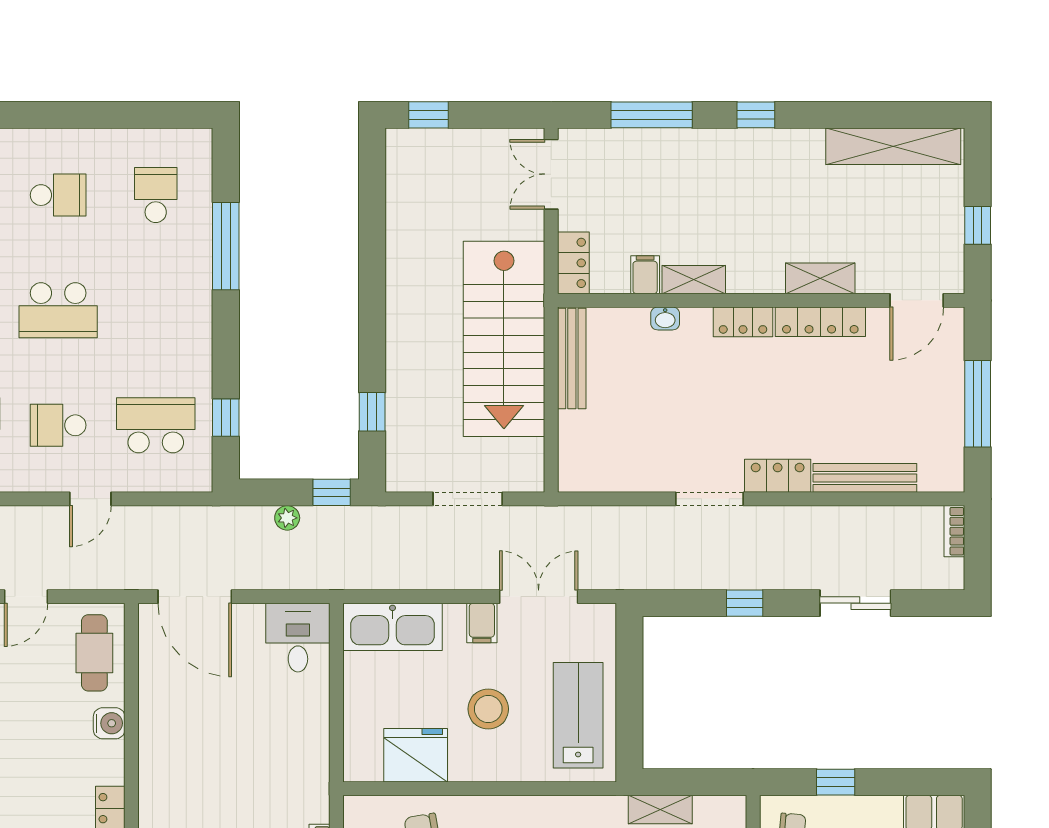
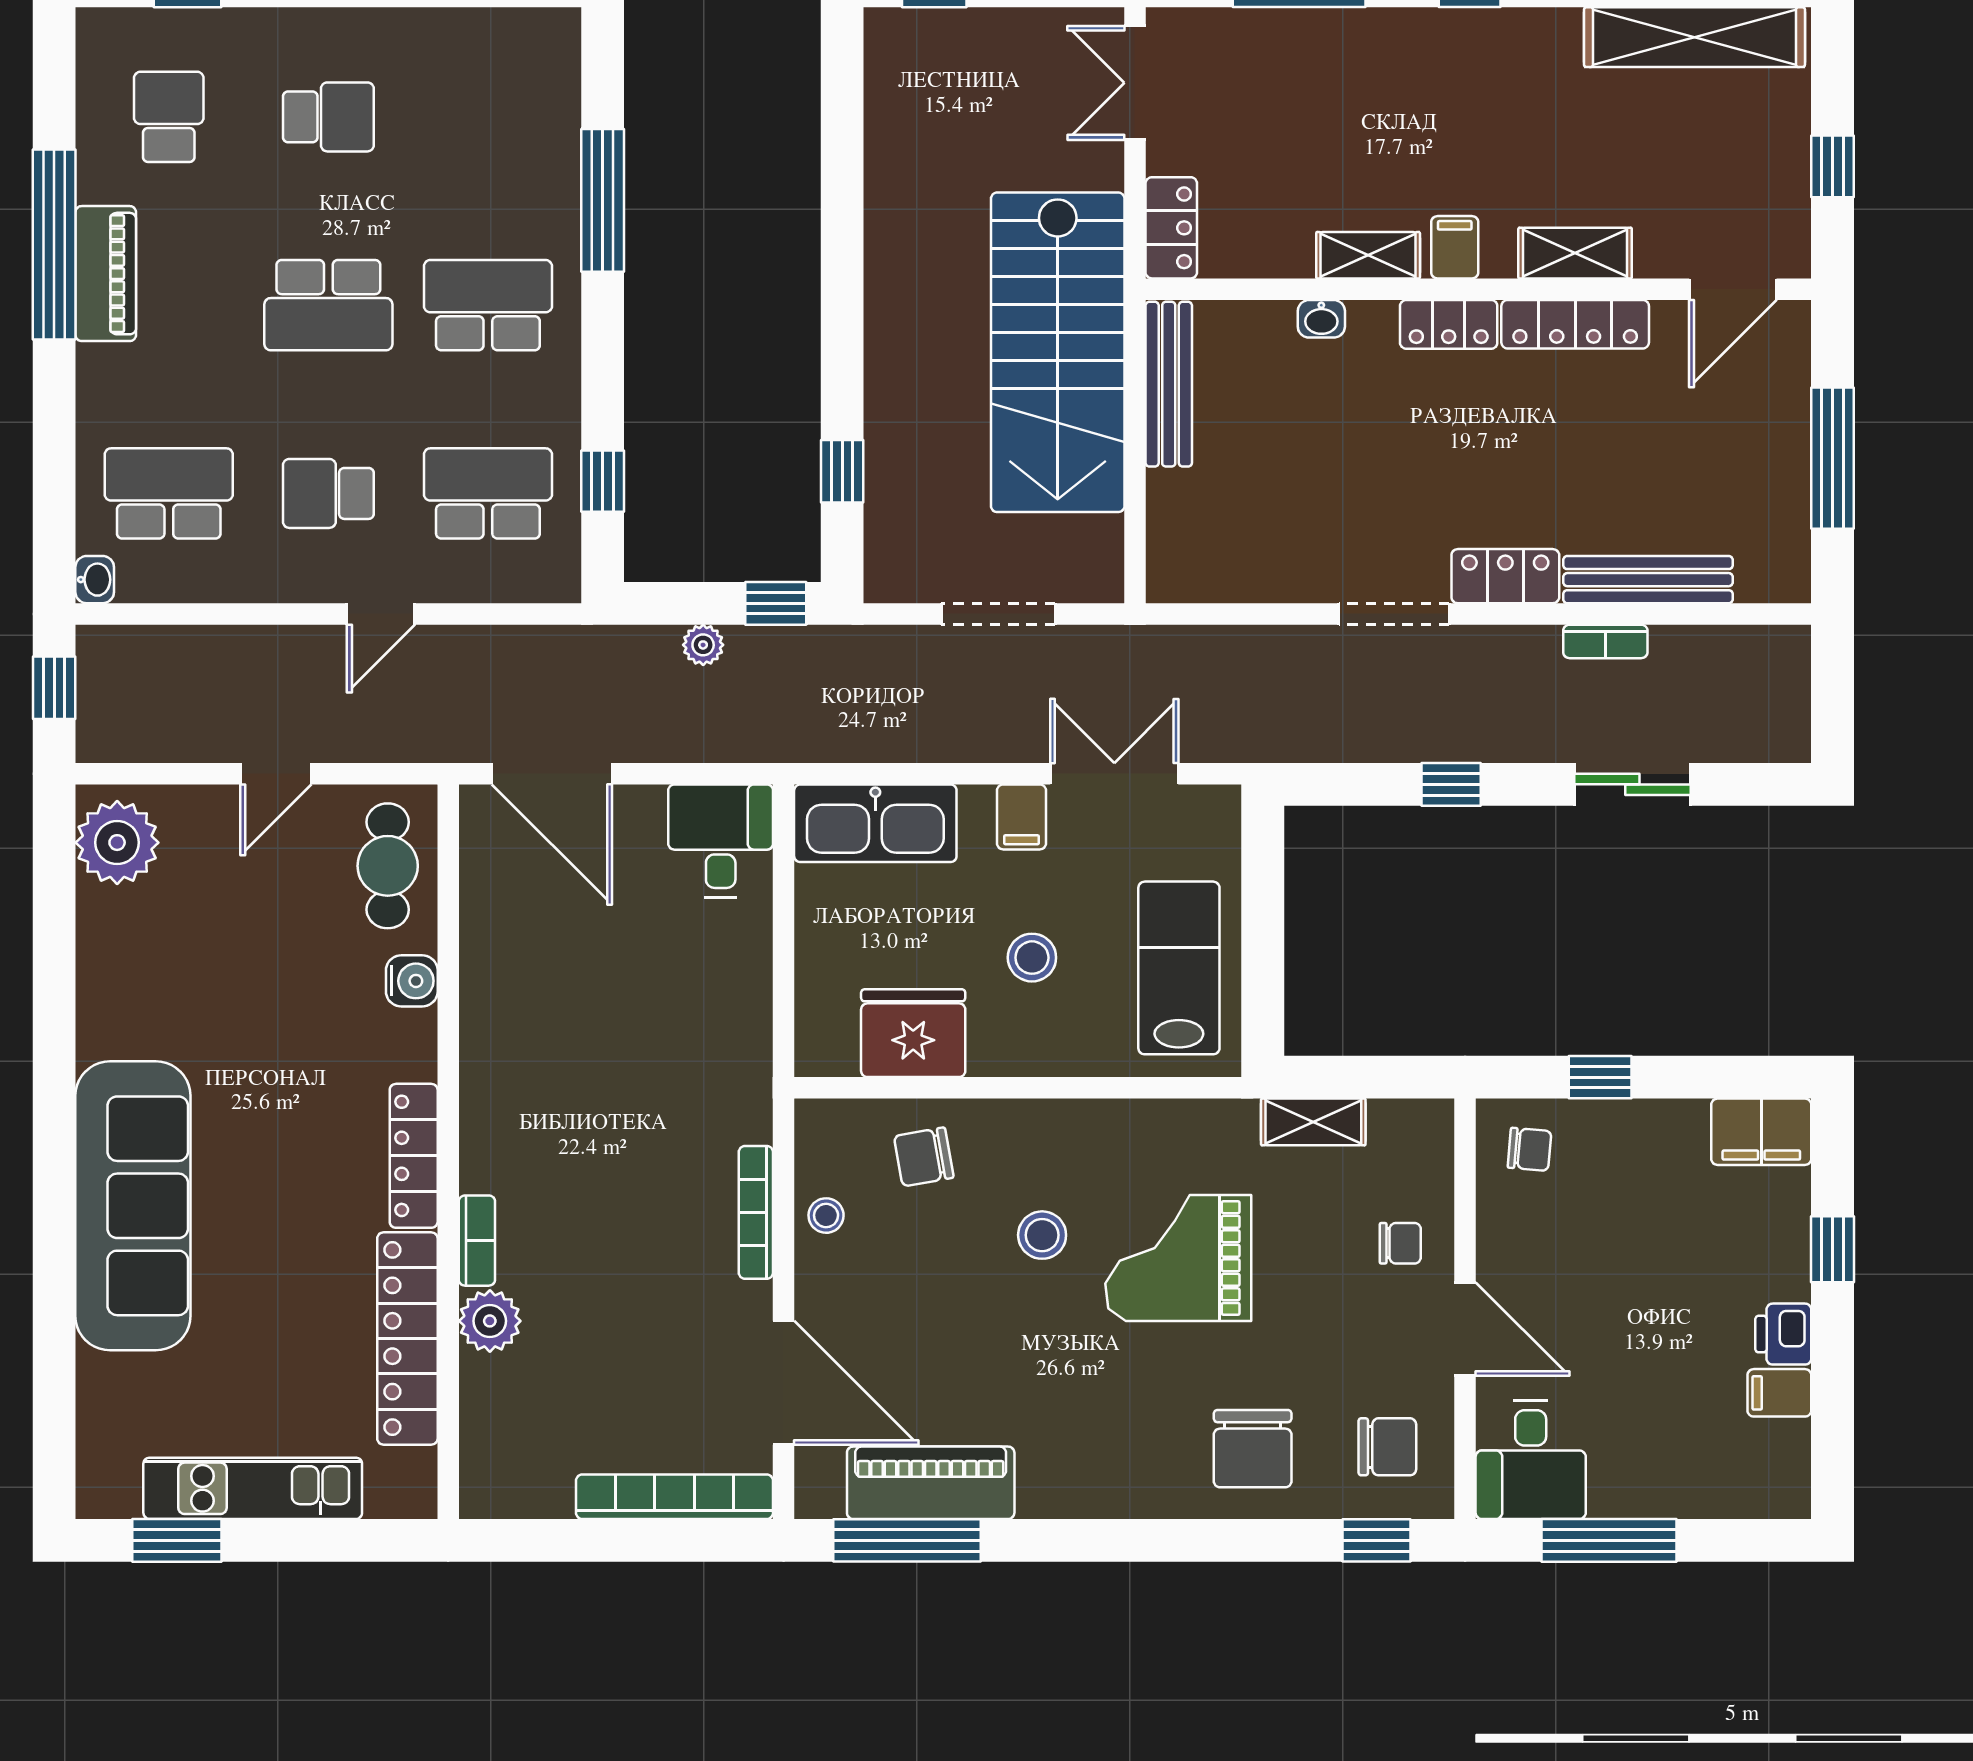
school desk: (156, 195) -> (488, 305), moved, width x1.85
filing cabinet: (645, 275) -> (1455, 247), moved
bookcase: (954, 531) -> (1605, 641), moved, turned -90
stool: (488, 709) -> (1032, 958), width x0.73, depth x0.73

